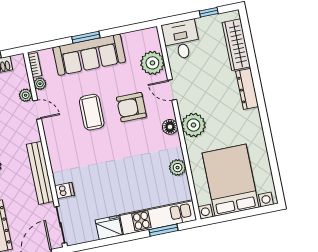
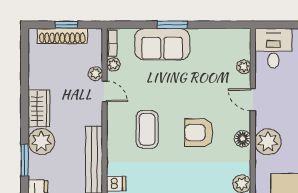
sofa: (89, 55) -> (162, 44), width x0.73
plant: (152, 63) -> (244, 67), width x0.53, depth x0.53
armchair: (131, 107) -> (199, 133), moved
coffee table: (92, 112) -> (147, 129), moved

